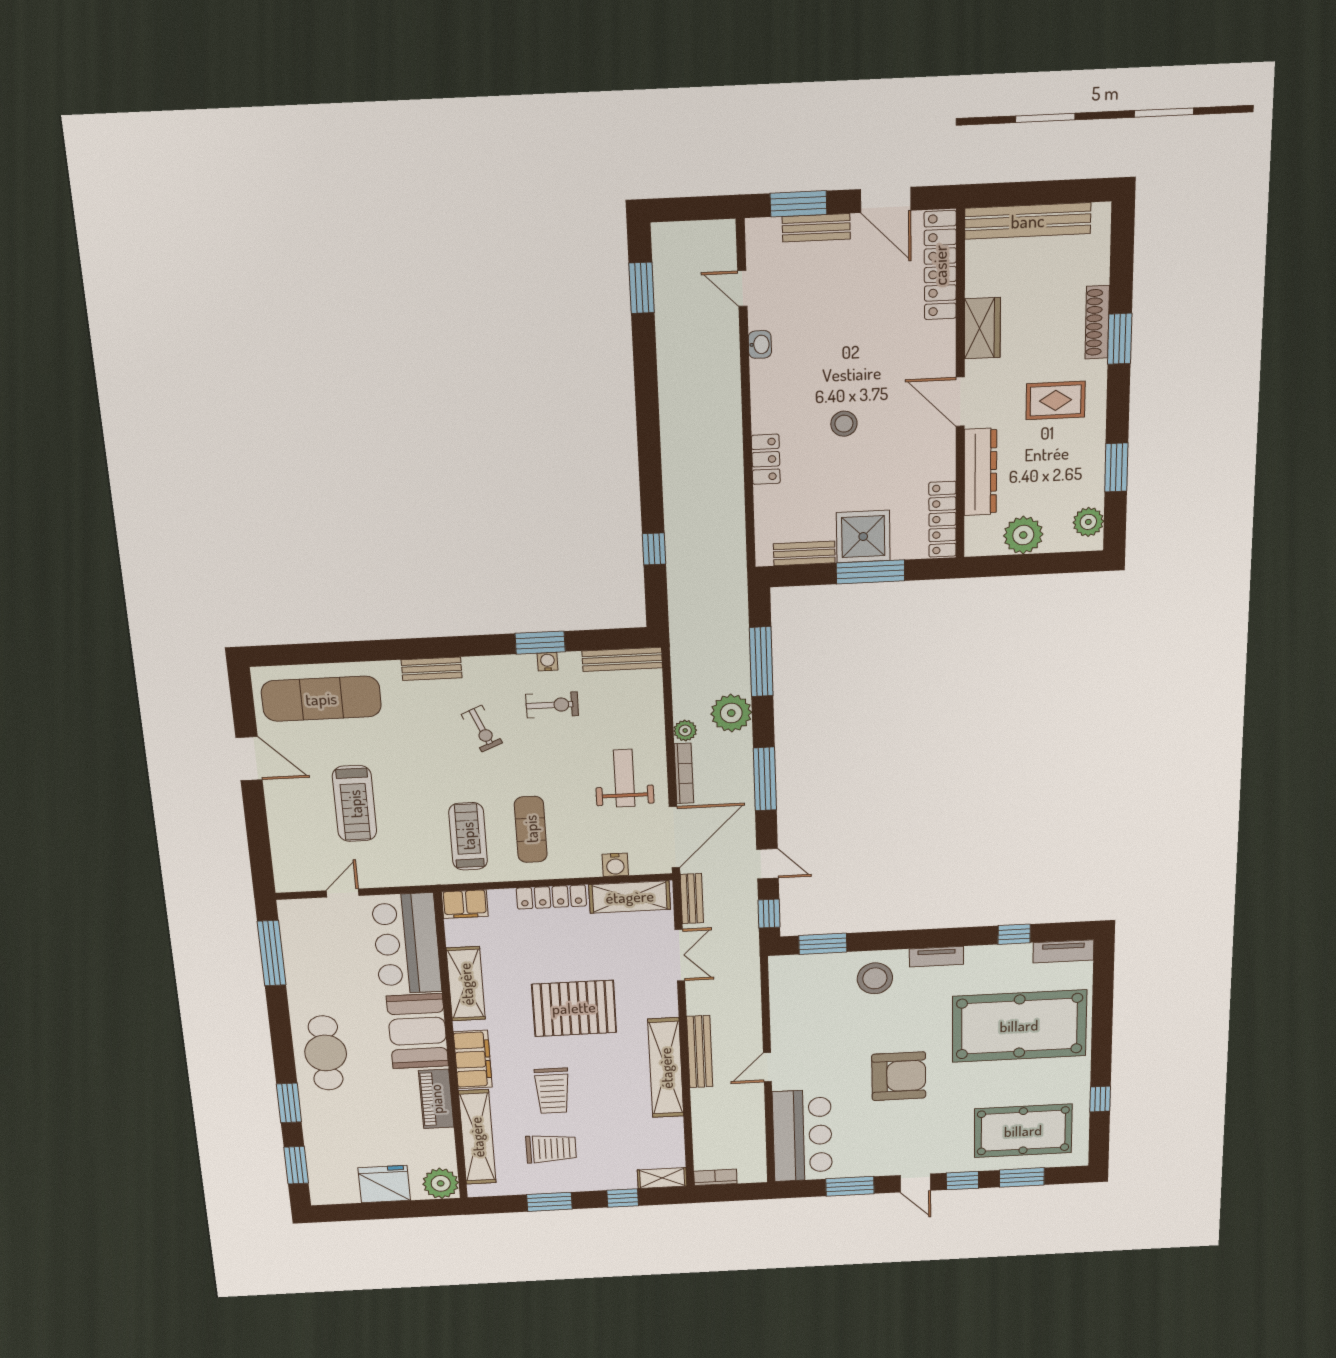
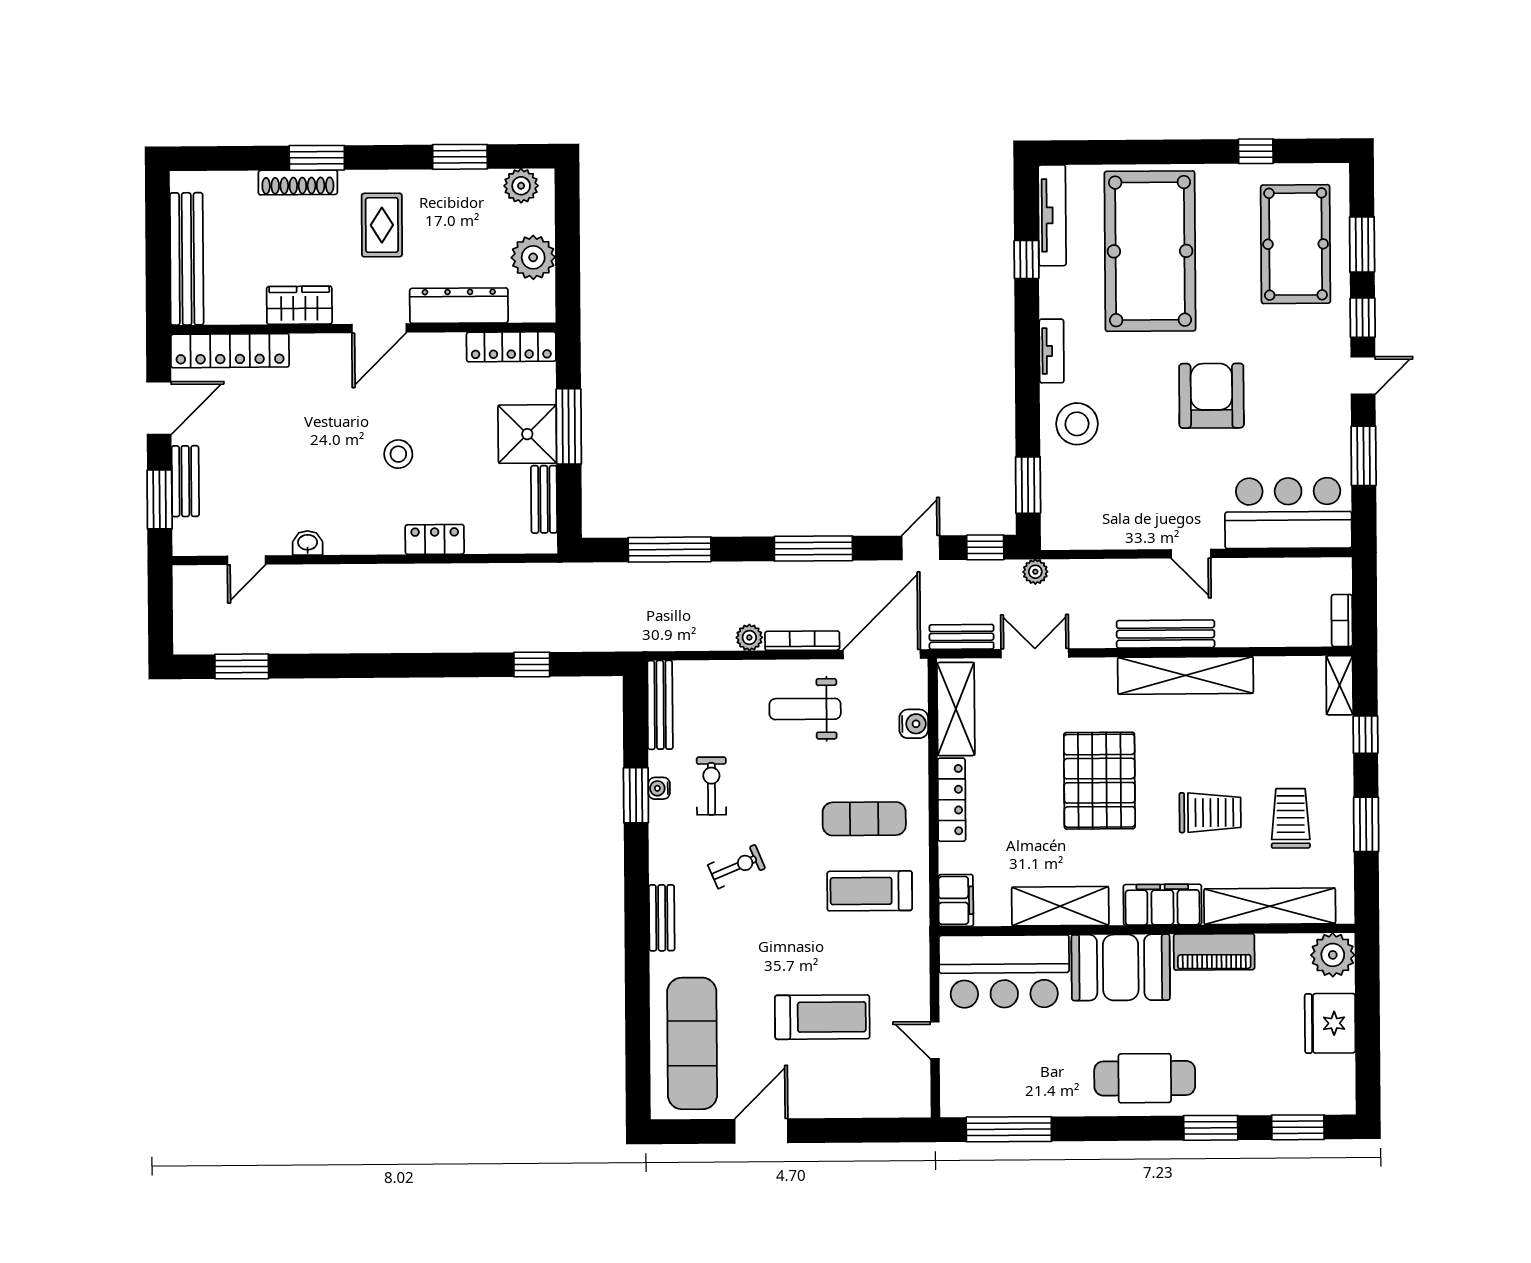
plant: (731, 713) -> (1035, 572), moved, width x0.53, depth x0.53
door: (674, 837) -> (882, 654), hinge flipped
tv unit: (1063, 951) -> (1052, 215), width x1.41

